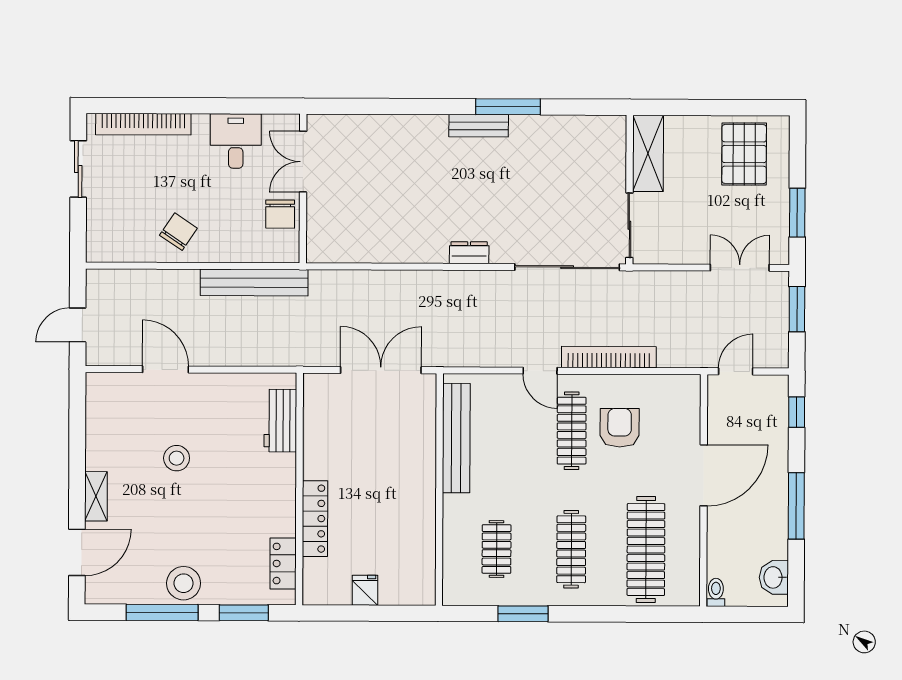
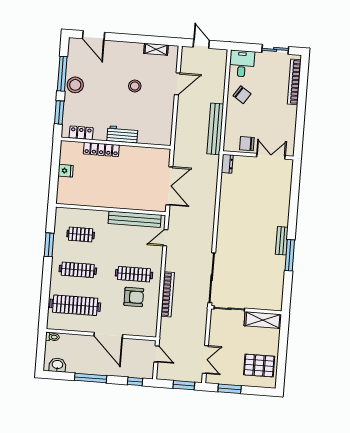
desk: (236, 141) -> (242, 64), moved, turned -90
dresser: (469, 253) -> (227, 164), moved
door: (540, 371) -> (165, 238), moved
workbench: (280, 421) -> (122, 134), moved
shelving: (96, 496) -> (156, 49), moved

